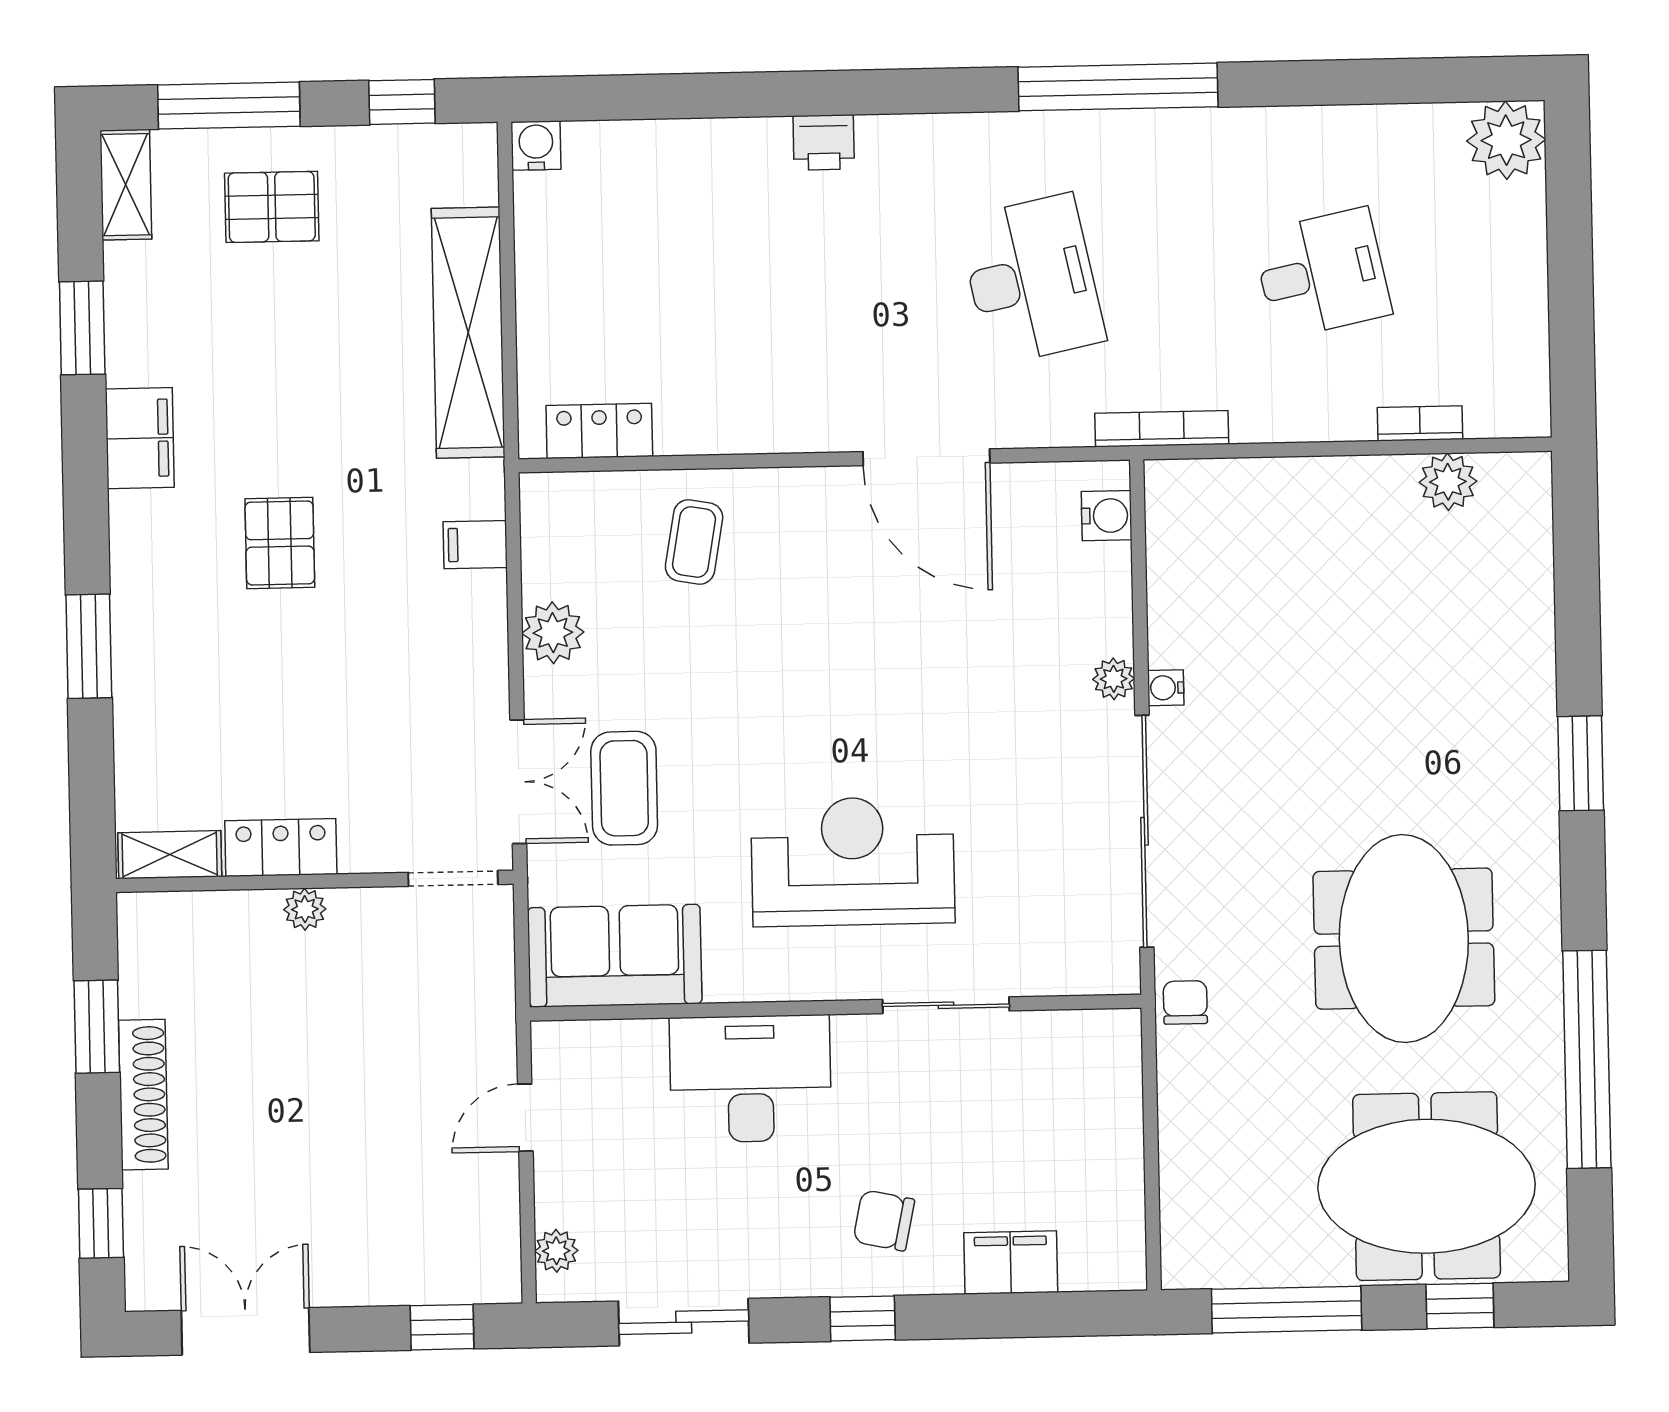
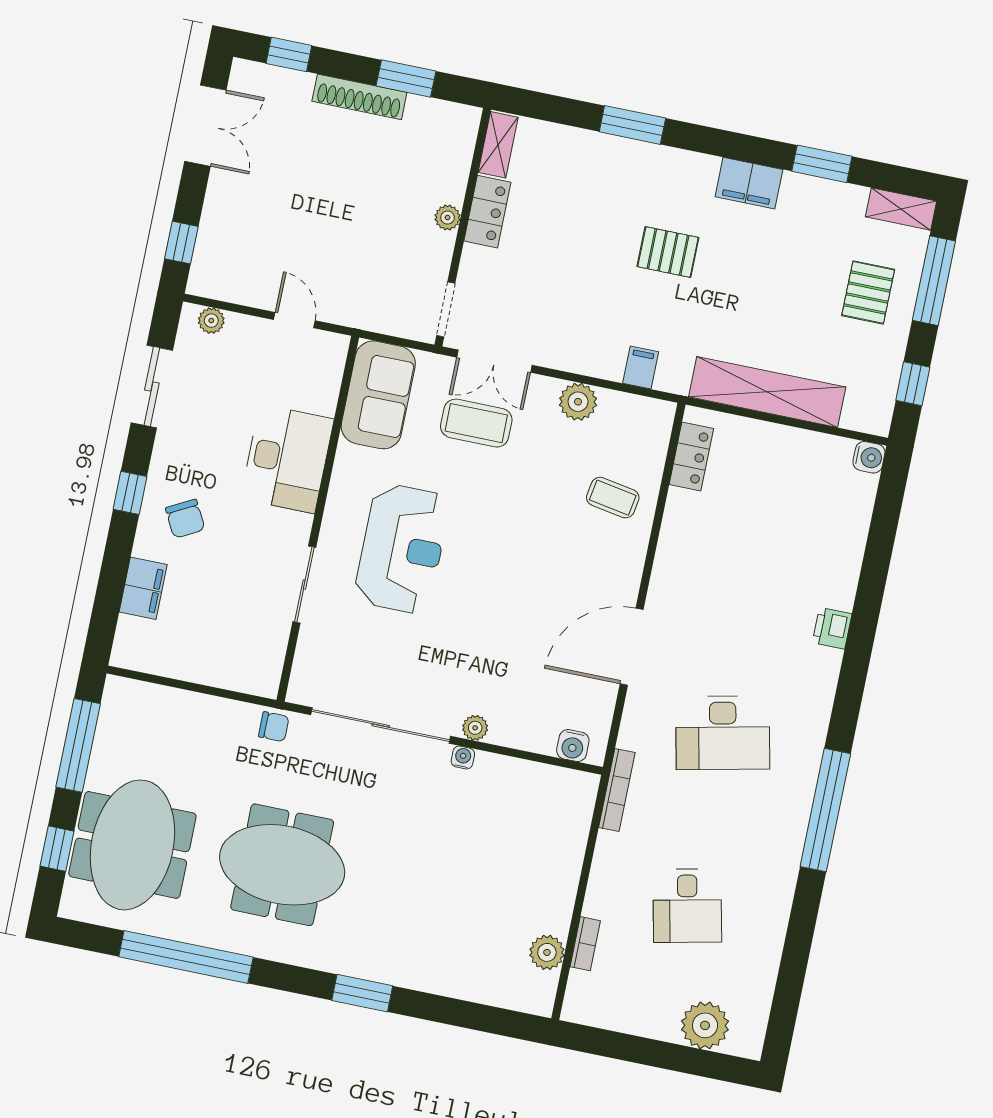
plant: (1506, 140) -> (705, 1025), moved
chair: (884, 1220) -> (185, 519), turned 140

